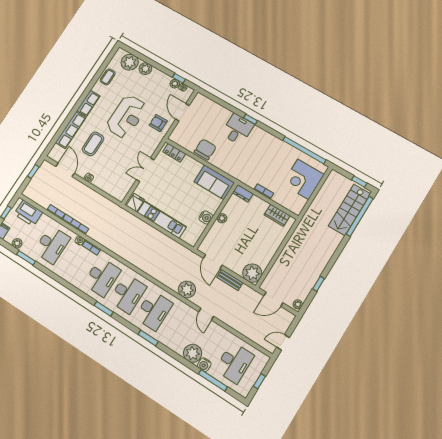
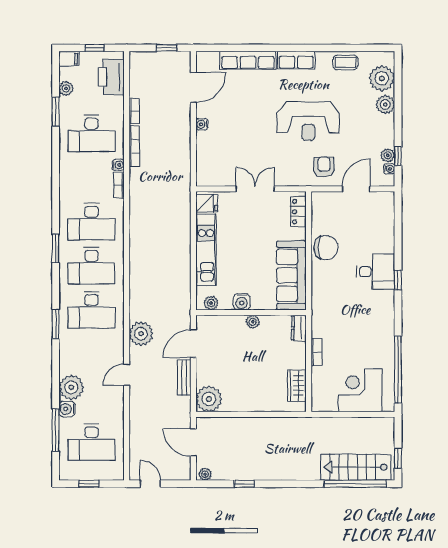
coffee table: (93, 144) -> (248, 101), removed
sofa: (214, 182) -> (291, 275), width x1.36
plant: (195, 236) -> (211, 303), added

